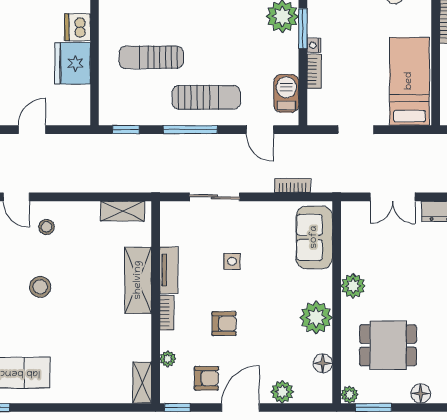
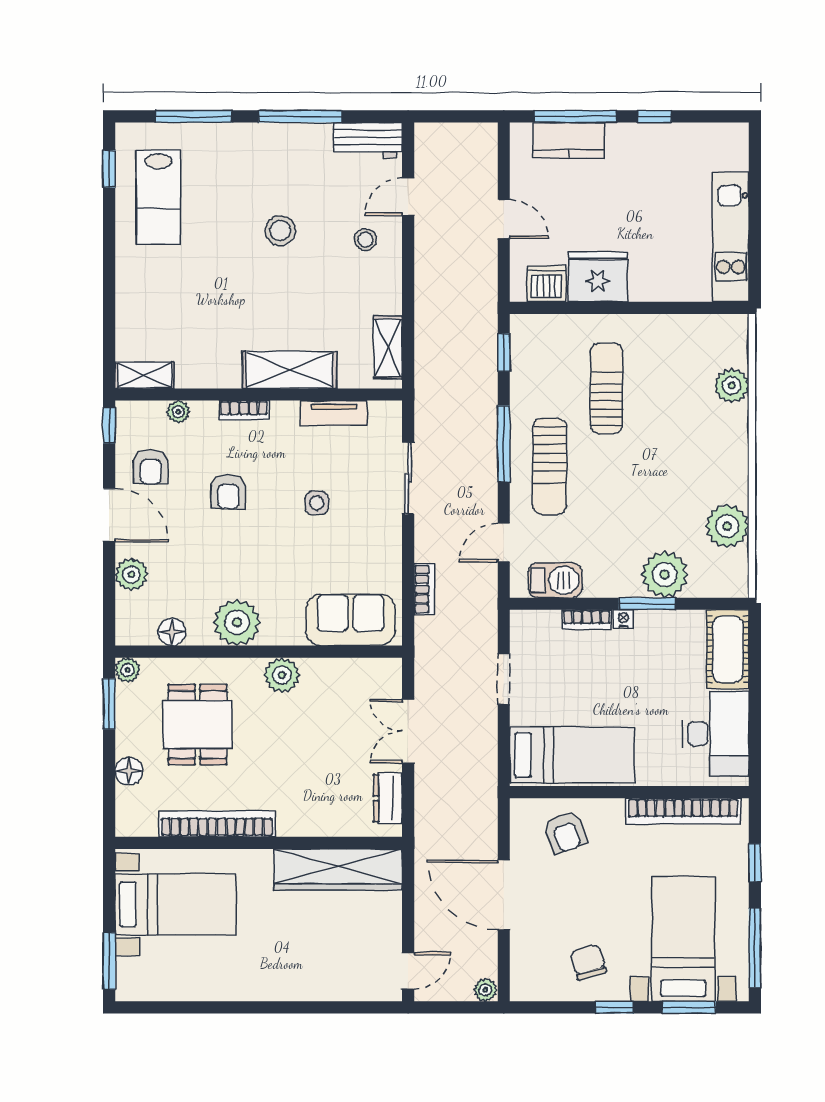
dishwasher: (78, 27) -> (546, 284), moved
tv unit: (169, 270) -> (334, 413), moved

